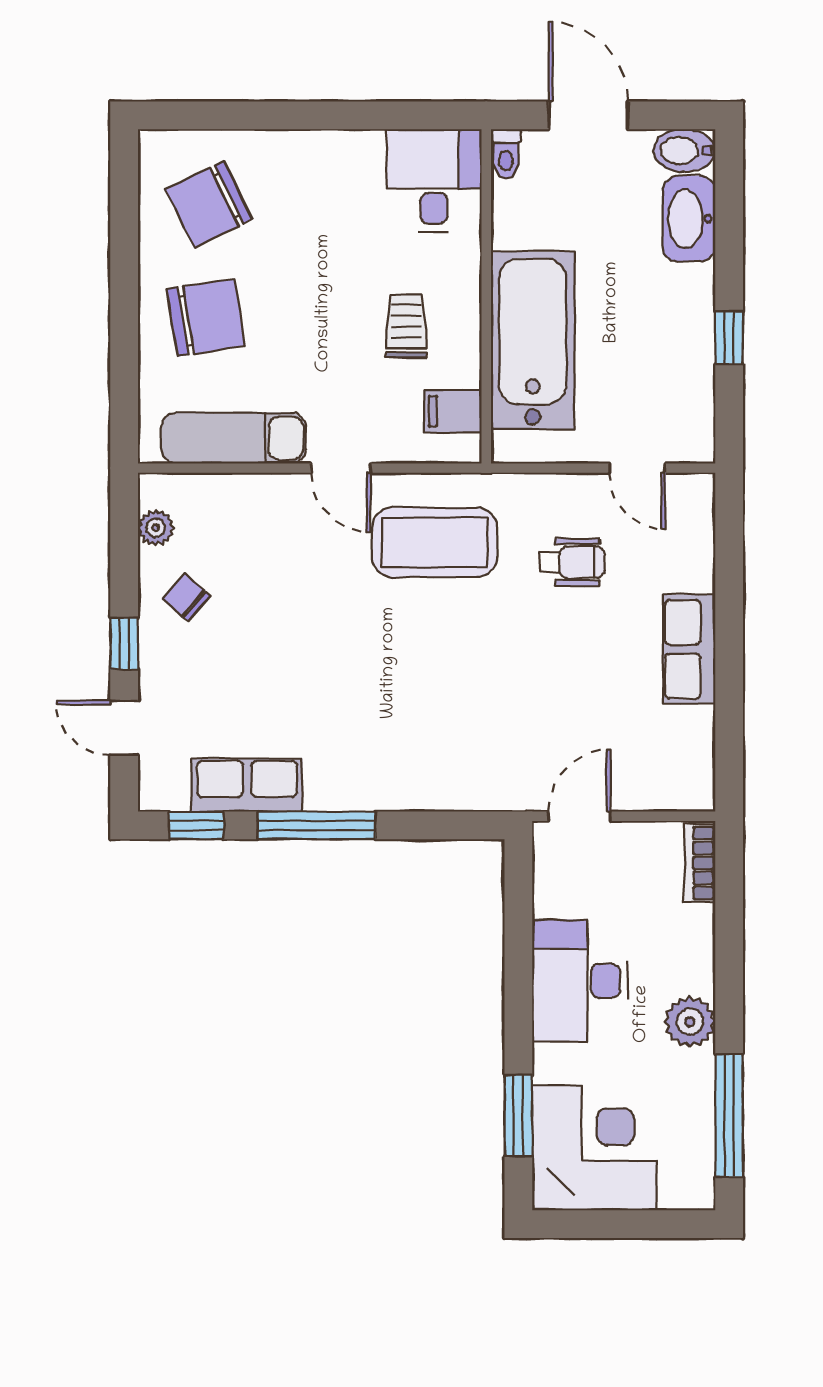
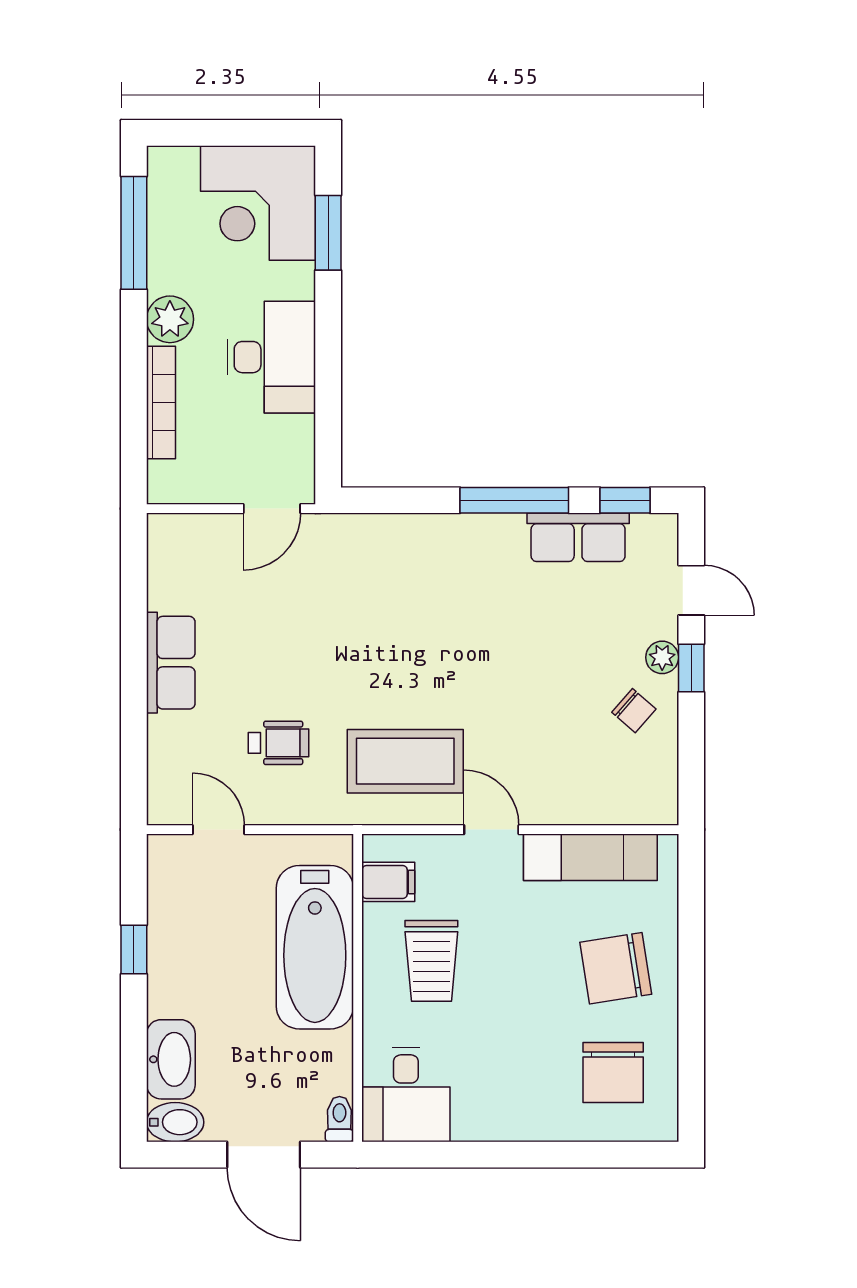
chair: (209, 204) -> (613, 1073), turned 116
trolley: (406, 326) -> (431, 961), width x1.36, depth x1.39
plant: (156, 528) -> (662, 657), moved
wheelchair: (572, 562) -> (278, 743), turned 180
bookcase: (700, 863) -> (161, 402), moved, width x1.56

